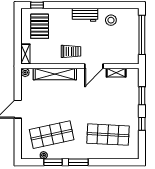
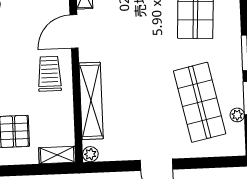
door: (94, 66) -> (74, 32), swing flipped

